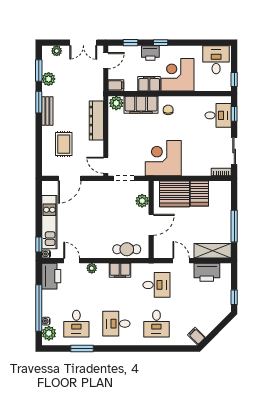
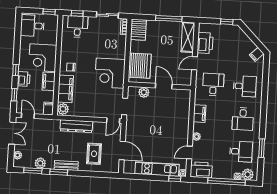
rug: (64, 144) -> (94, 154), turned 90
server rack: (199, 193) -> (138, 30), moved, turned 90
cafe table: (127, 249) -> (183, 107), removed

